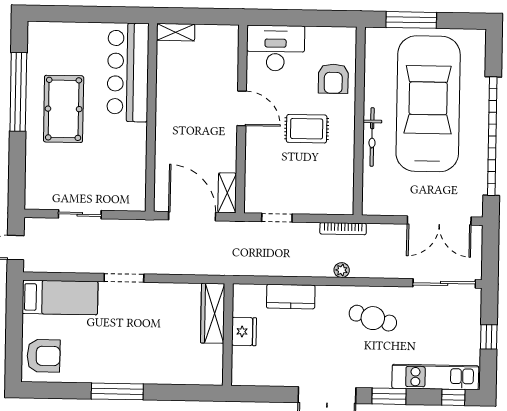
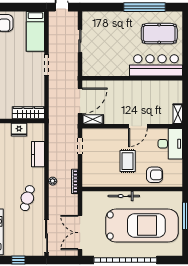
shelving: (176, 32) -> (178, 114), moved
armchair: (333, 79) -> (154, 175), turned 180
pool table: (64, 109) -> (159, 34), moved

